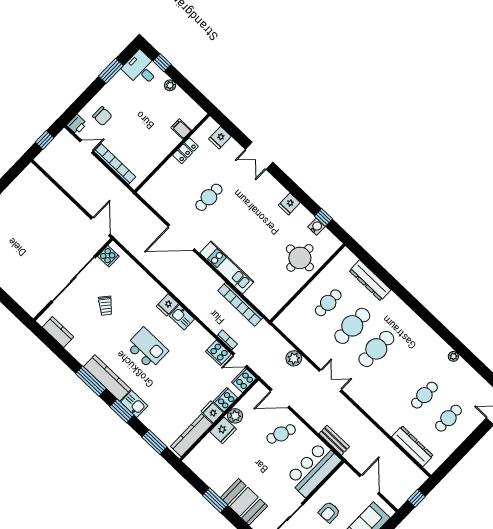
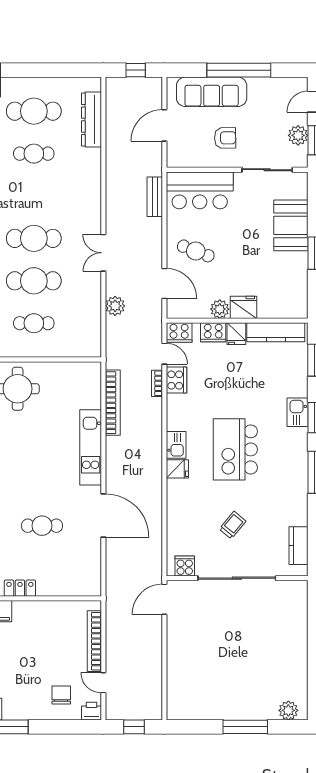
kitchen island: (147, 348) -> (235, 449), width x1.37, depth x1.28
kitchen counter: (107, 378) -> (297, 460), removed
cafe table: (448, 418) -> (34, 111), width x1.37, depth x1.35

